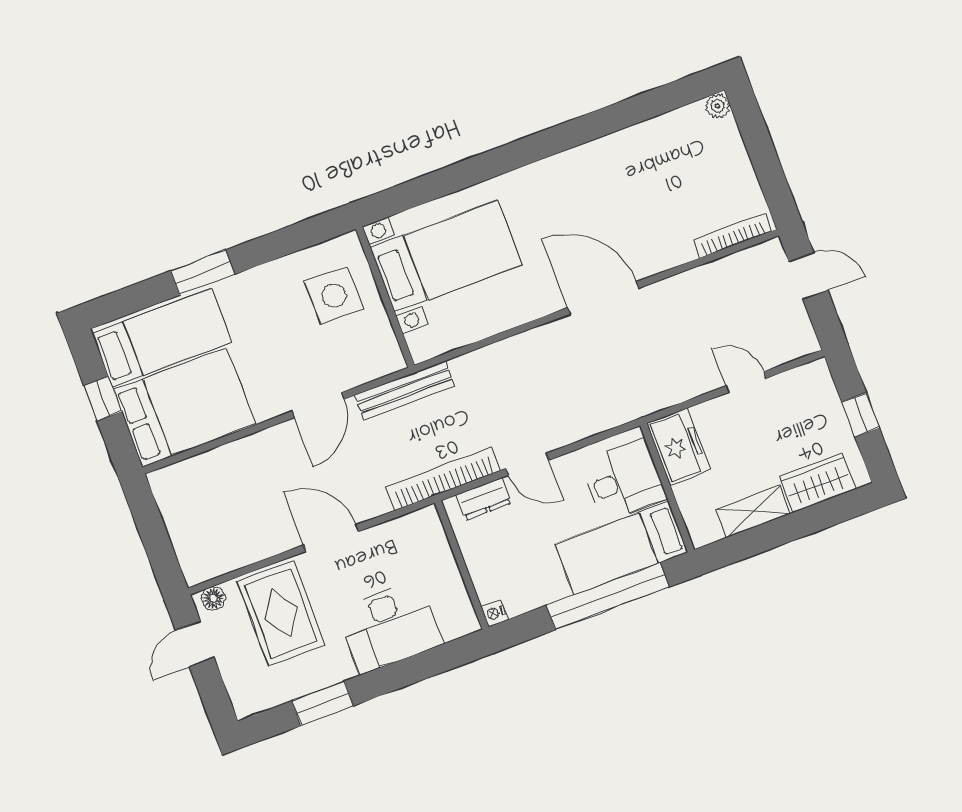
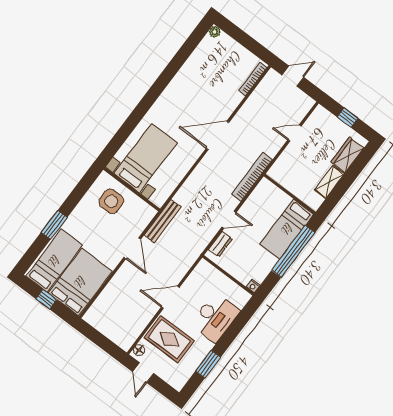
freezer: (679, 447) -> (284, 175), removed
bookcase: (443, 479) -> (252, 177), moved
desk: (624, 480) -> (271, 202), removed

